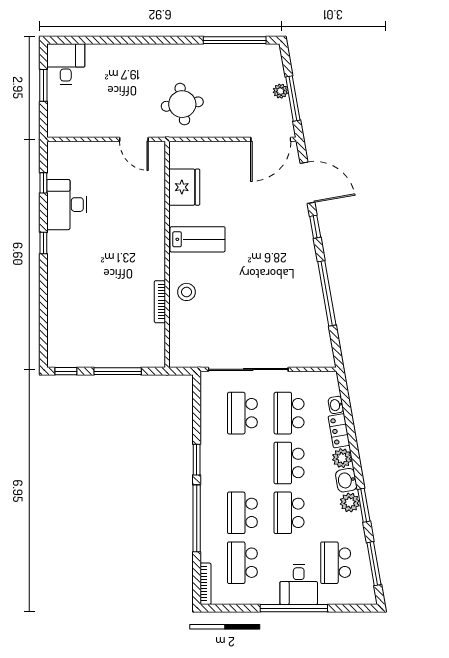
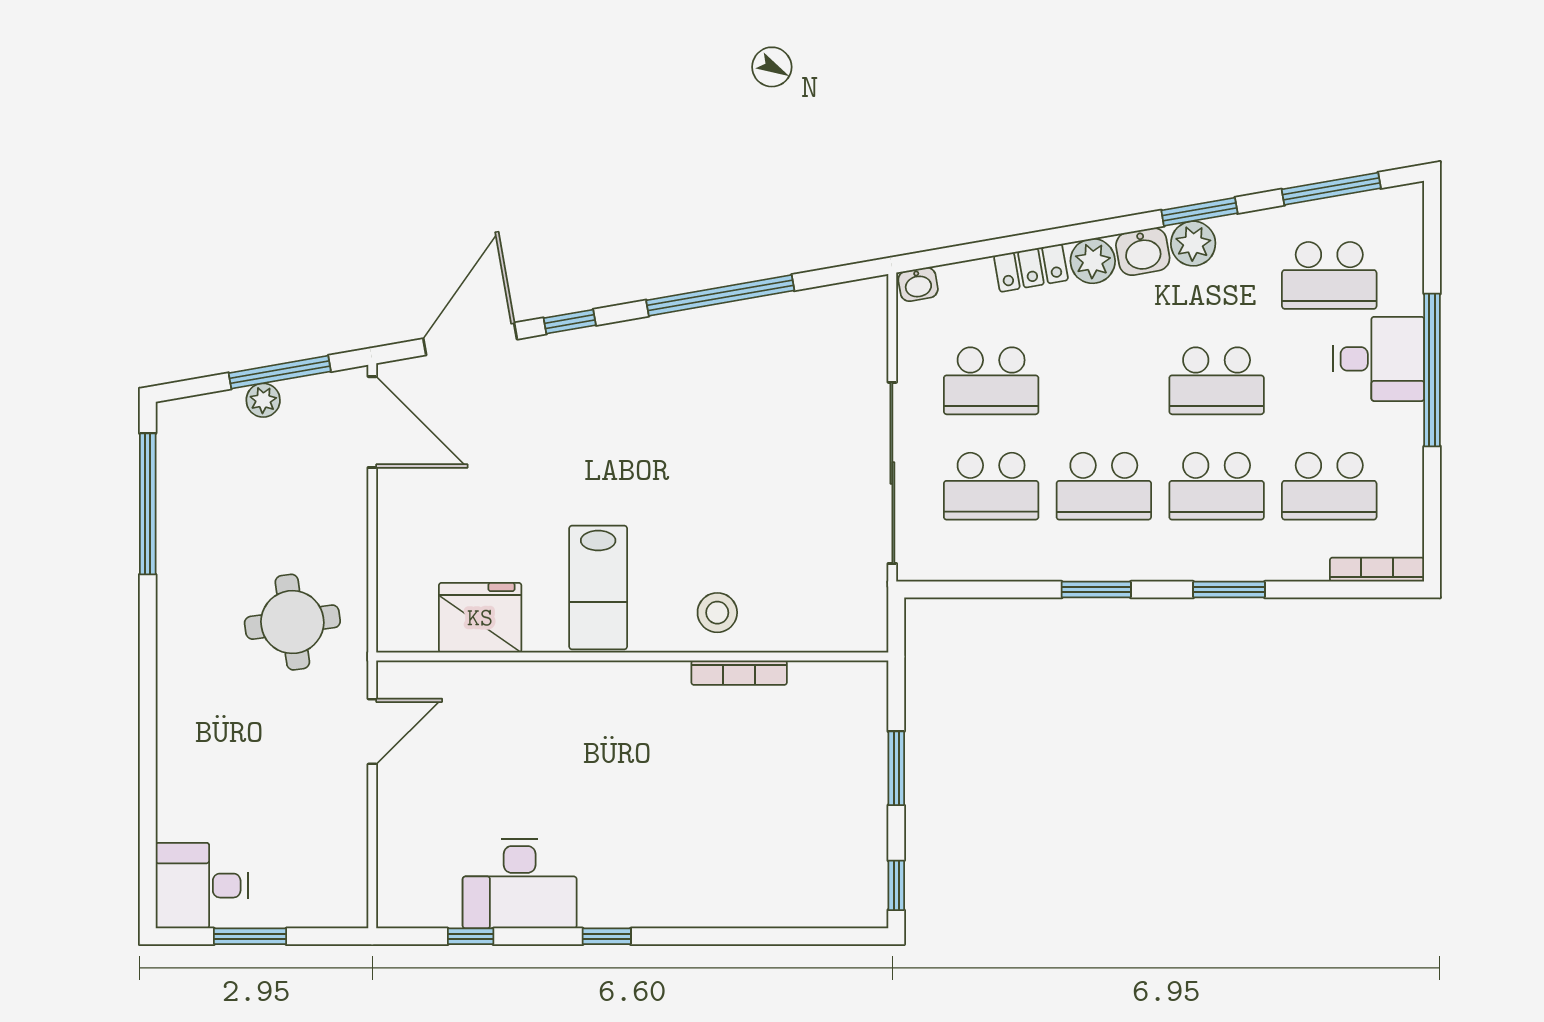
lab bench: (198, 239) -> (598, 588), turned 180
window: (118, 371) -> (896, 768), width x0.69
washbasin: (336, 405) -> (918, 284), moved
school desk: (289, 463) -> (1104, 486), moved
window: (197, 518) -> (1229, 590), width x0.47

